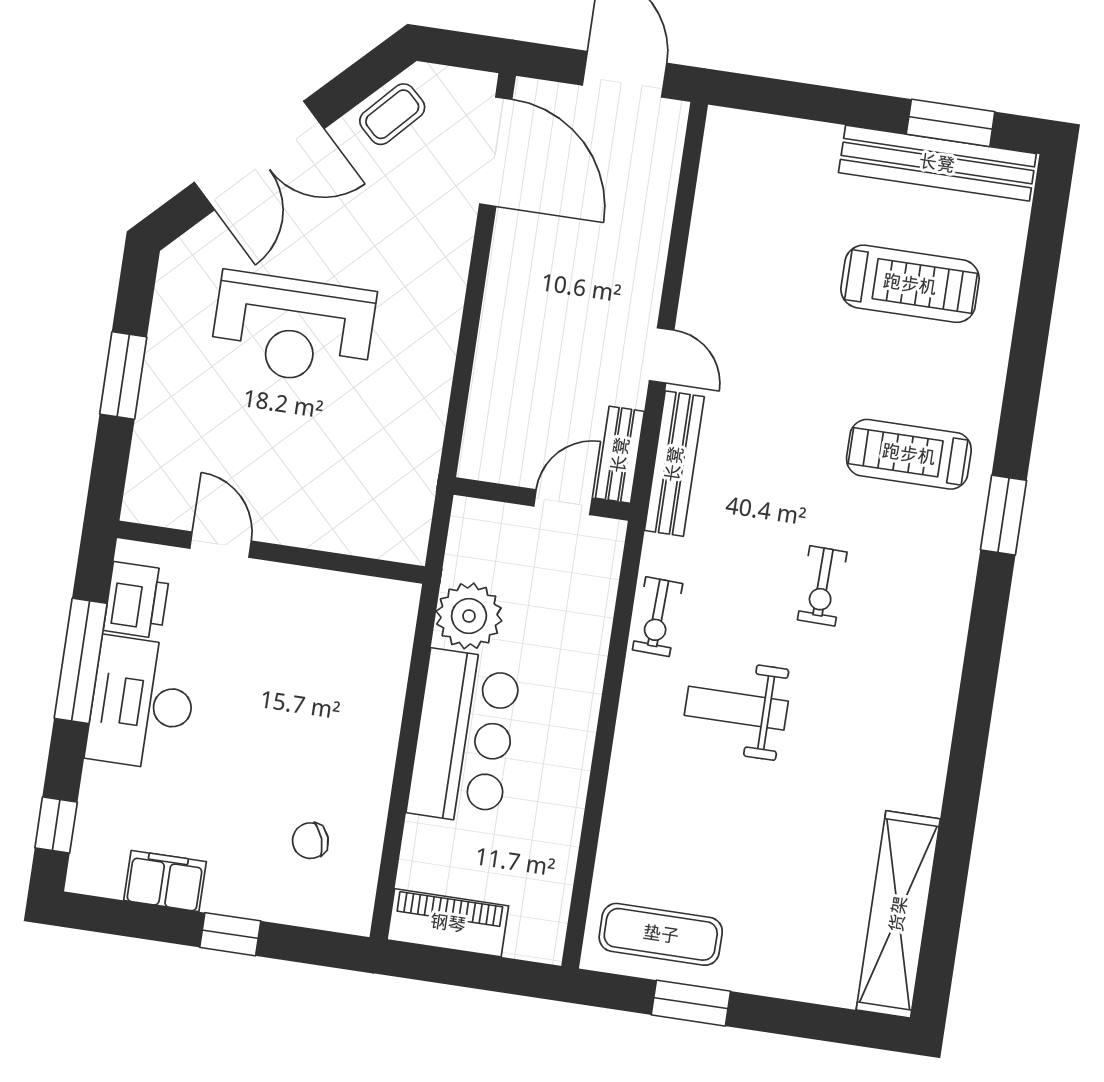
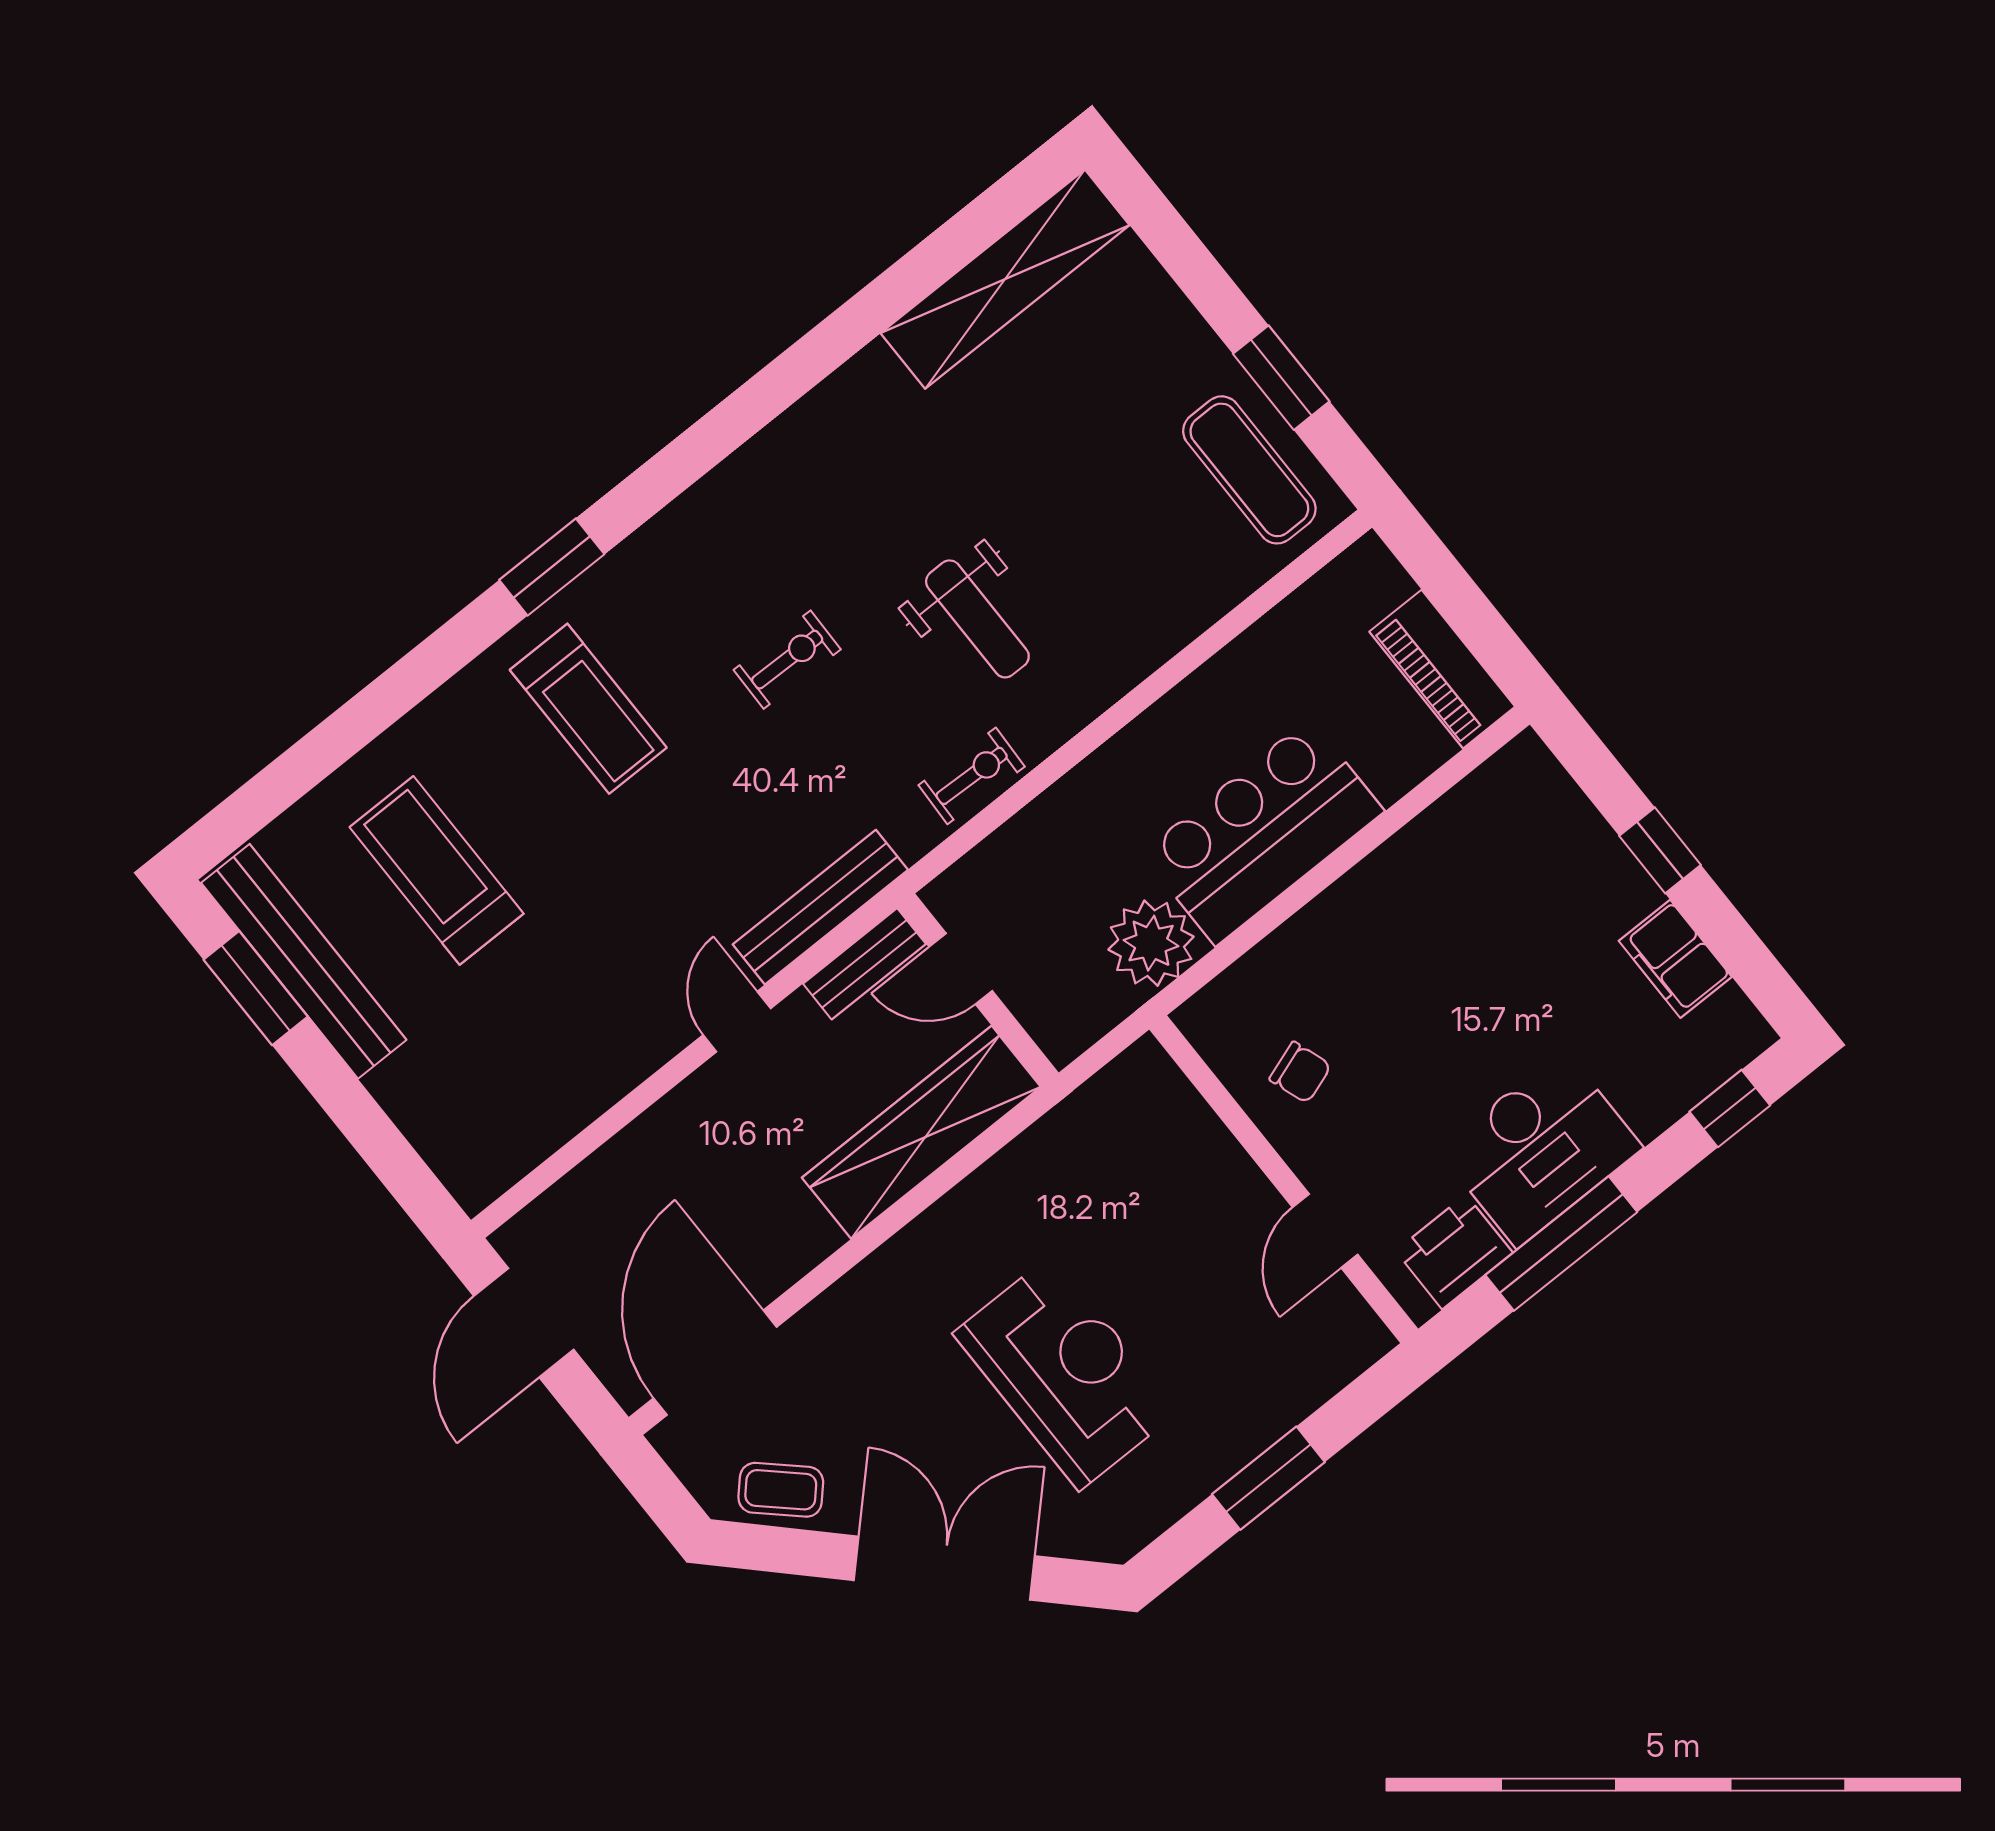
wardrobe: (500, 389) -> (921, 1132), added
chair: (310, 841) -> (1300, 1072), moved

